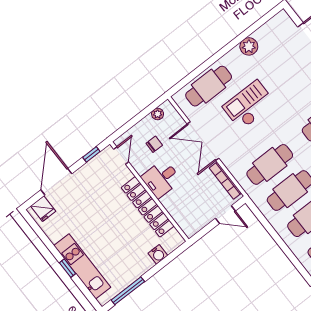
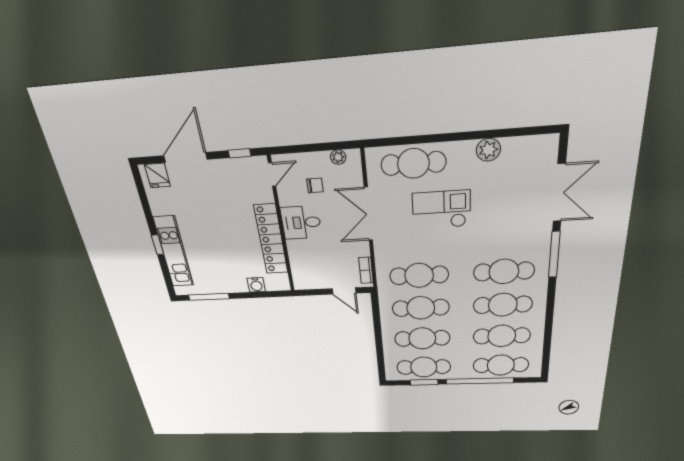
bookcase: (225, 180) -> (366, 270), width x0.64

